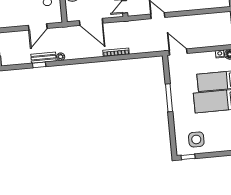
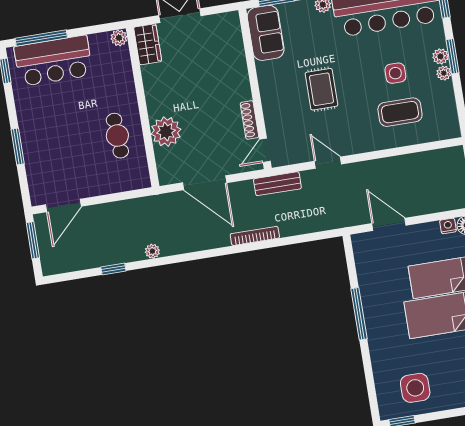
door: (38, 27) -> (63, 206), moved
door: (178, 52) -> (389, 224), moved
bench: (44, 58) -> (277, 184), moved

